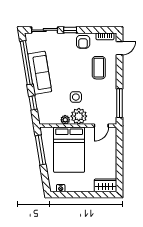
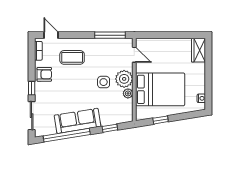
window: (41, 150) -> (161, 120), width x0.46

